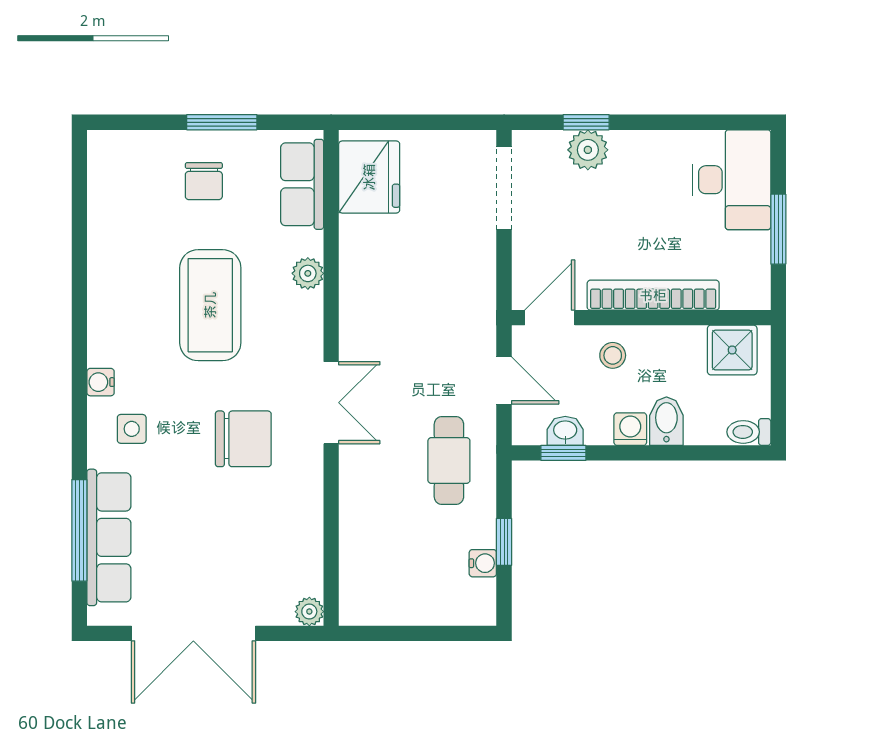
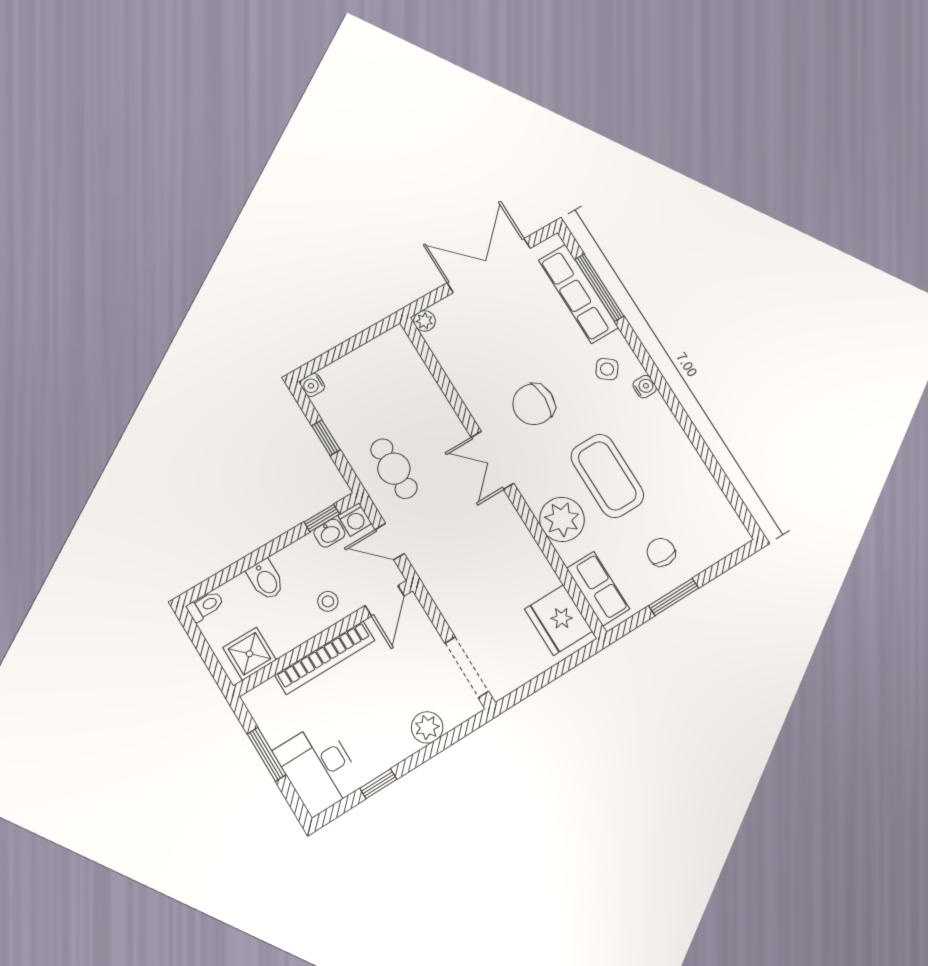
window: (586, 122) -> (378, 784), moved
plant: (308, 273) -> (562, 519), width x1.88, depth x1.88
side table: (132, 429) -> (607, 369), turned 38
washing machine: (630, 429) -> (355, 520), moved
water cooler: (483, 563) -> (312, 385), moved

